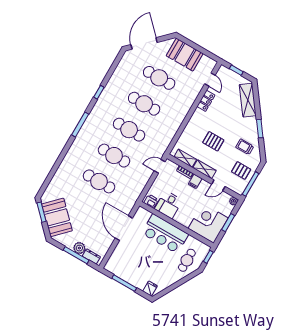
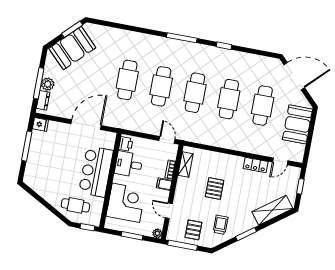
shelving: (205, 169) -> (181, 190), removed
corner desk: (208, 223) -> (126, 203), moved
fridge: (150, 289) -> (40, 124), moved

